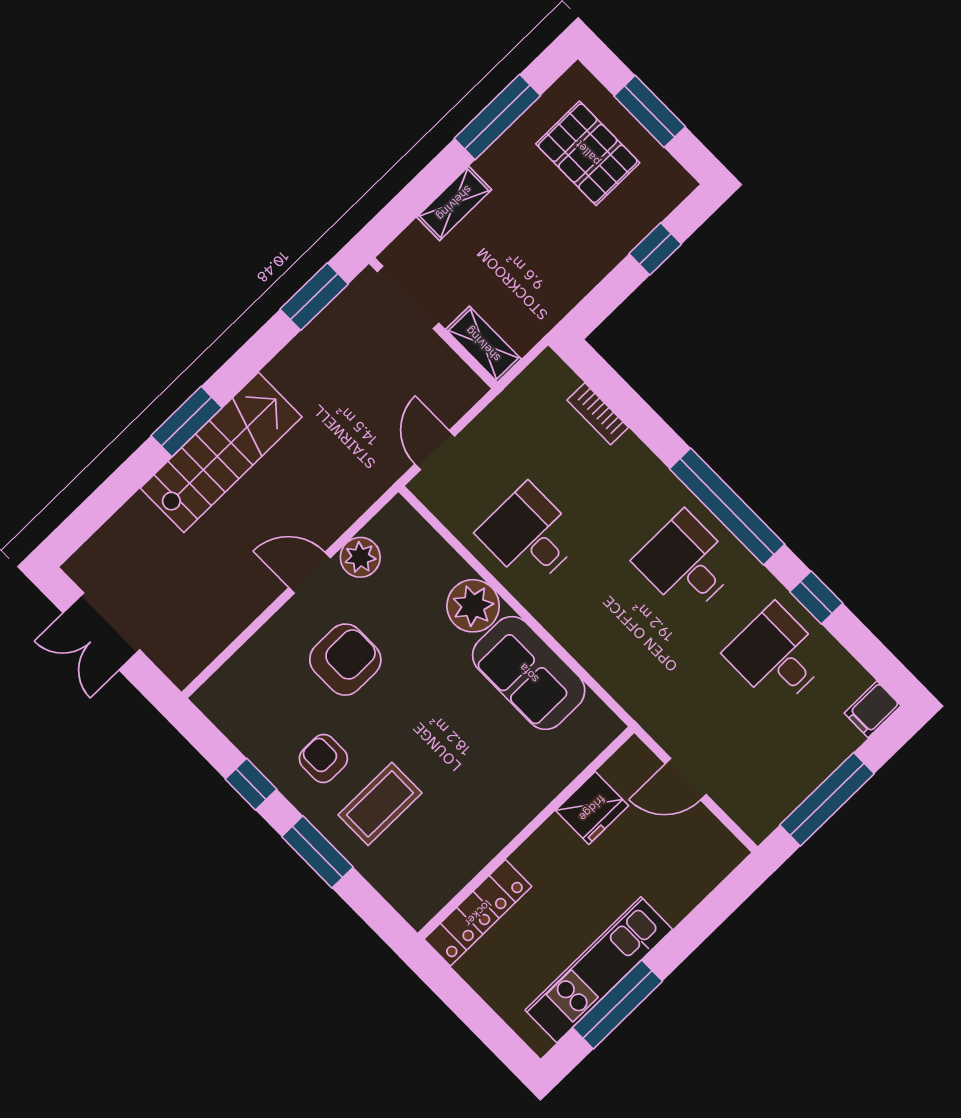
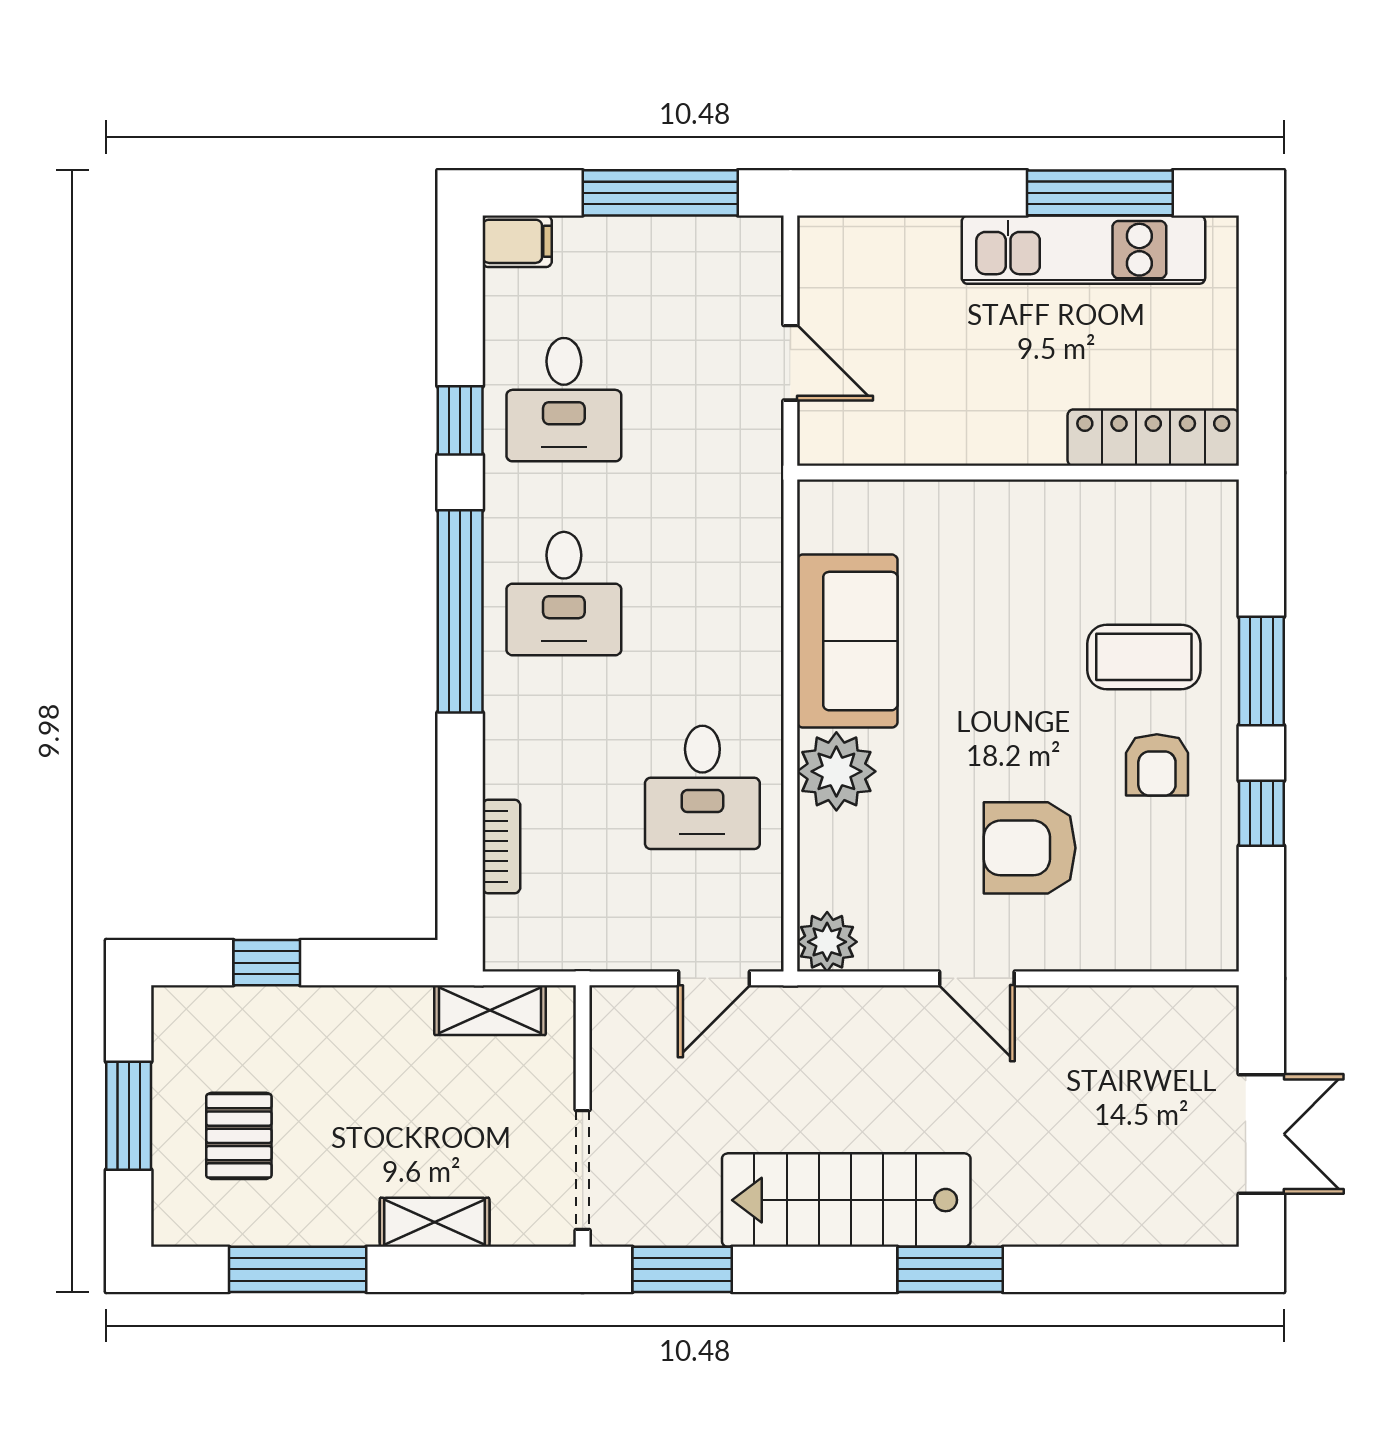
pallet: (588, 153) -> (239, 1136), width x0.67, depth x0.71
shelving: (483, 344) -> (490, 1010), moved, turned 90
stairs: (221, 452) -> (846, 1200), moved
plant: (360, 557) -> (827, 942), moved
fridge: (592, 808) -> (921, 430), removed

